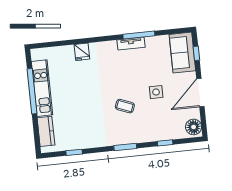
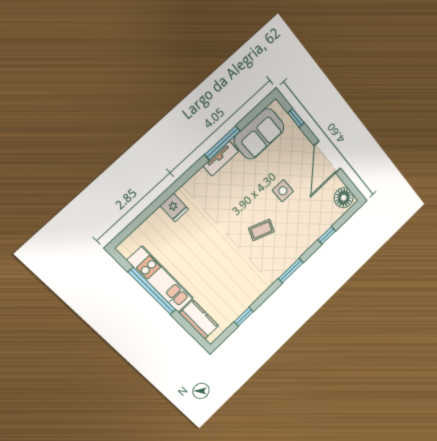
sofa: (182, 53) -> (259, 134), moved, turned -90

